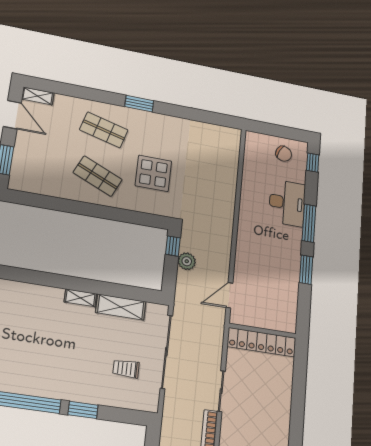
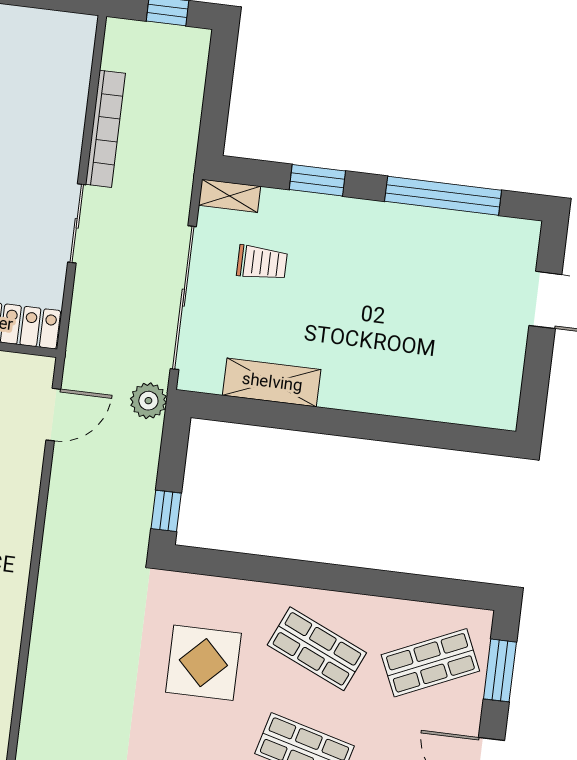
shop shelf: (40, 166) -> (430, 663), added
plant: (187, 261) -> (148, 401), moved
shelving: (80, 298) -> (230, 196), moved
window: (83, 410) -> (317, 180), moved

